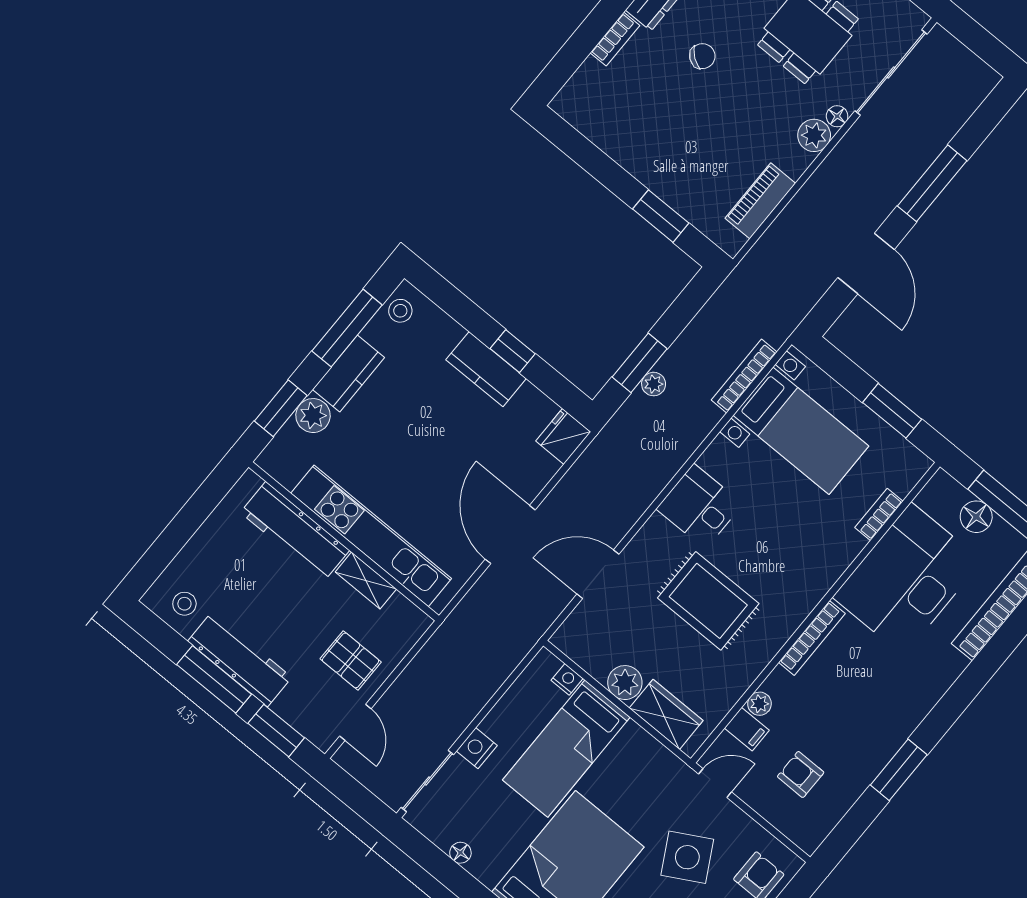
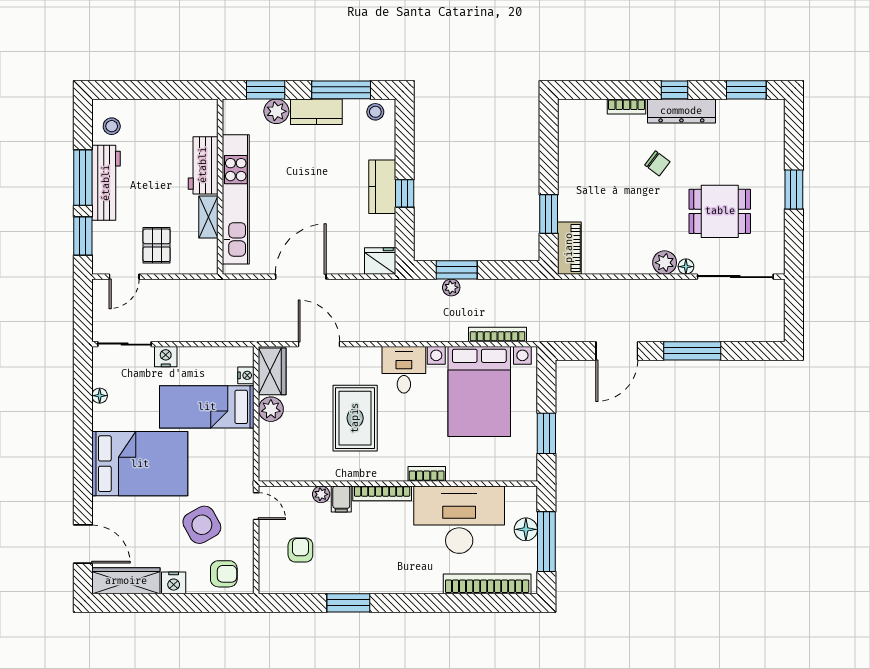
piano: (760, 201) -> (569, 248), moved, turned 90
bed with nightstands: (801, 431) -> (479, 391), width x1.36
bookcase: (879, 514) -> (427, 474), moved
workbench: (295, 531) -> (203, 165), width x0.73
wardrobe: (666, 714) -> (272, 371), moved
filing cabinet: (747, 729) -> (341, 499), moved

